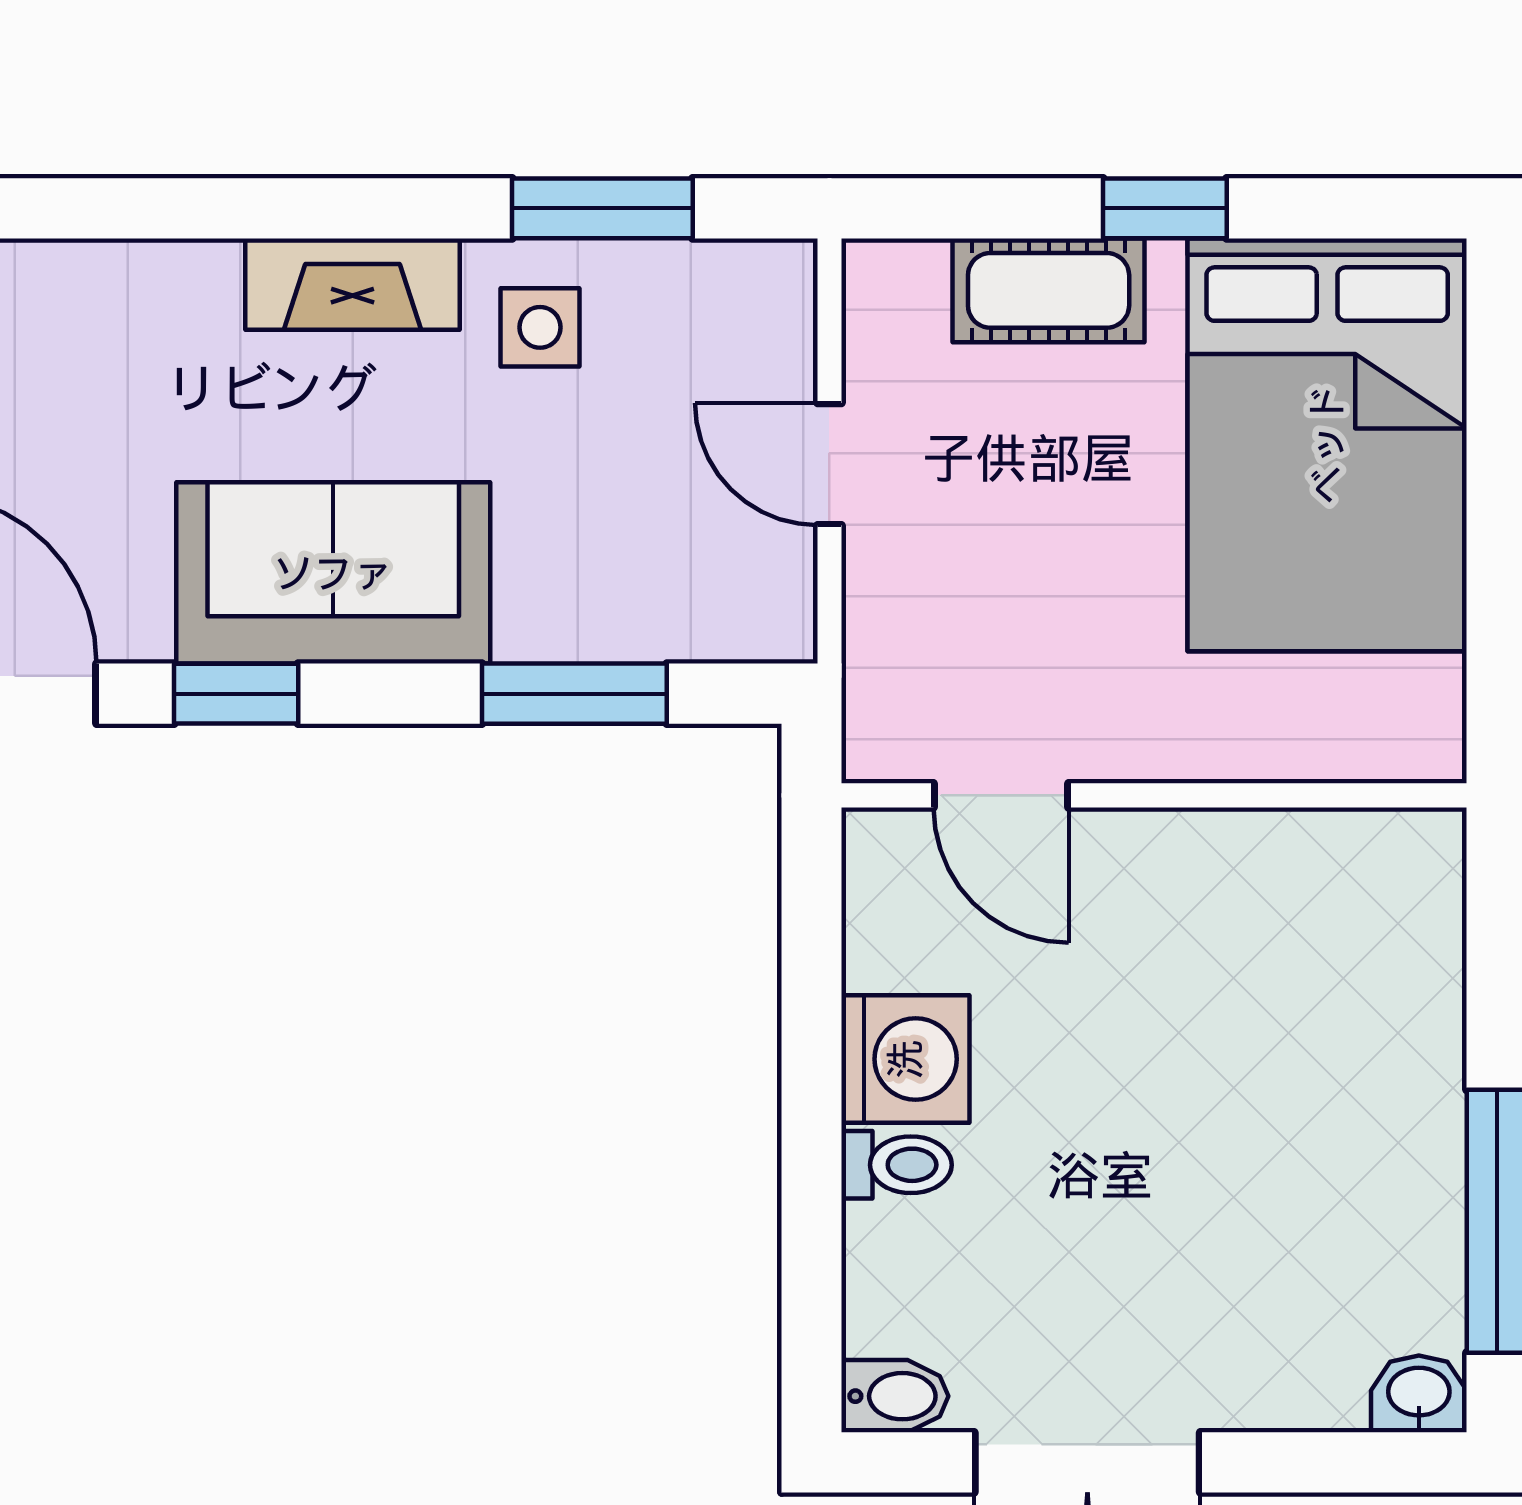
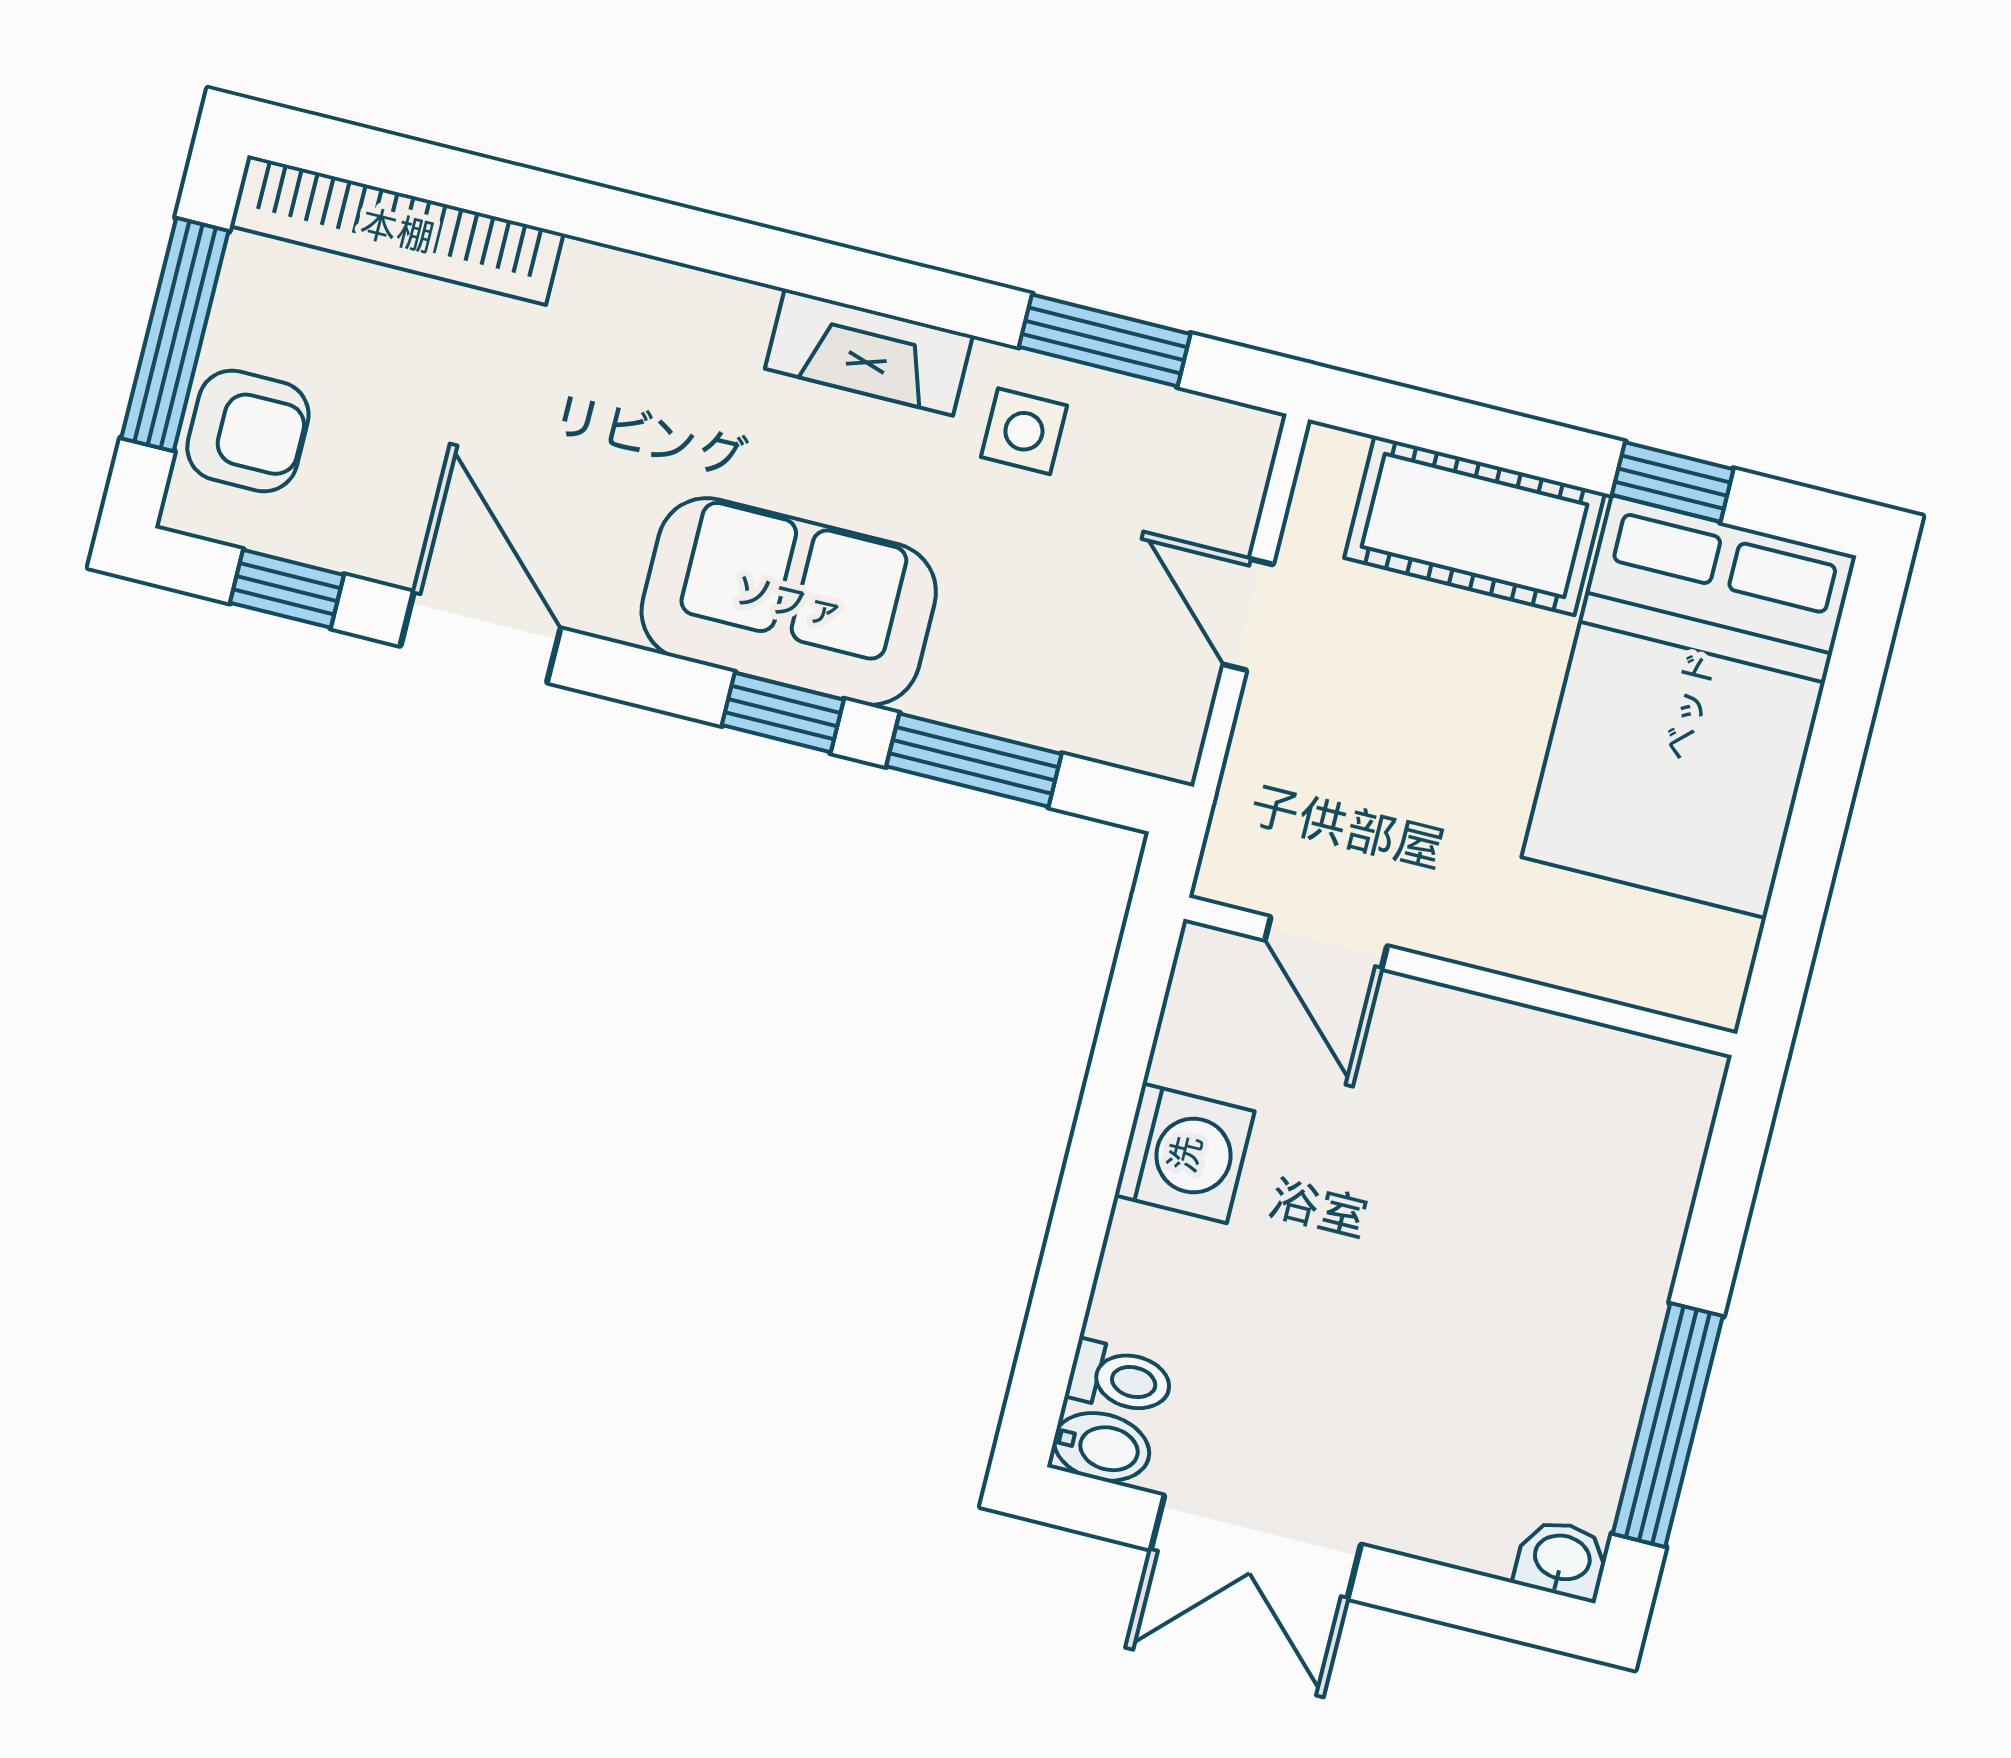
window: (1165, 208) -> (1673, 482), moved
cot: (1049, 290) -> (1474, 526), width x1.37, depth x1.34
window: (236, 694) -> (783, 712), moved
toilet: (897, 1165) -> (1120, 1379), moved

